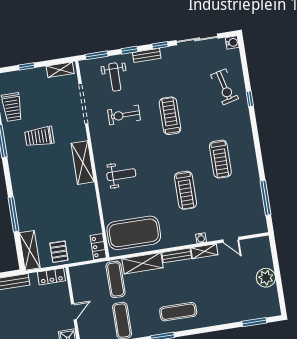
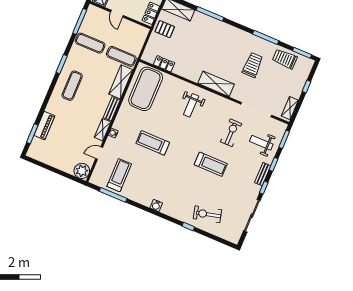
water cooler: (232, 43) -> (156, 205), moved
treadmill: (220, 159) -> (119, 175), moved, turned 90
locker: (98, 247) -> (164, 64), moved
plant: (266, 278) -> (82, 171), moved
piano: (238, 315) -> (44, 126), added

